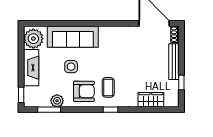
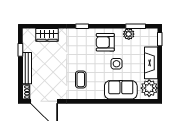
sofa: (73, 37) -> (121, 90), width x0.73
coffee table: (108, 87) -> (81, 80), moved

